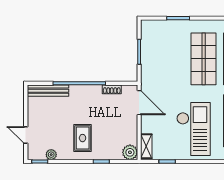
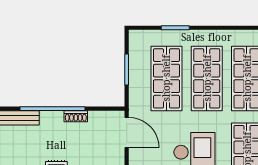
shop shelf: (171, 59) -> (166, 78), added
shoe rack: (112, 89) -> (76, 116), moved

